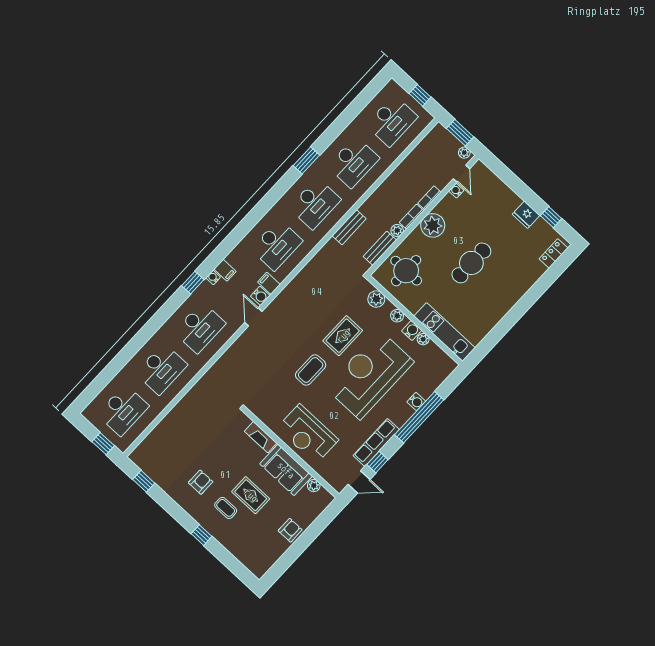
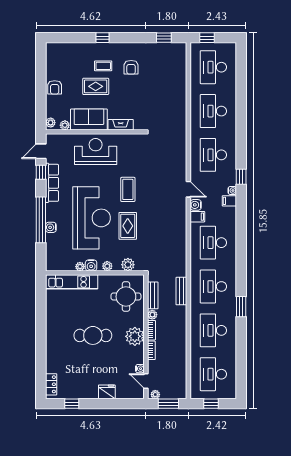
fridge: (526, 215) -> (107, 392), moved
cafe table: (471, 263) -> (93, 335), turned 90
plant: (325, 501) -> (51, 123), added

